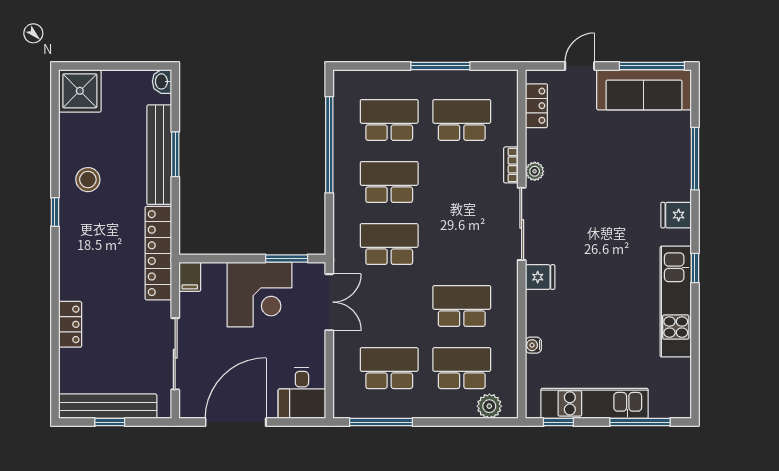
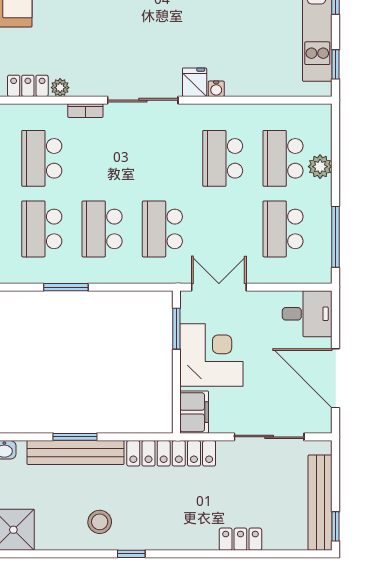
window: (329, 145) -> (66, 287), width x0.47
plant: (535, 171) -> (60, 88), moved
filing cabinet: (190, 277) -> (194, 412), width x2.00
water cooler: (533, 345) -> (216, 89), moved
plant: (489, 406) -> (320, 167), moved
window: (110, 422) -> (336, 526), moved

